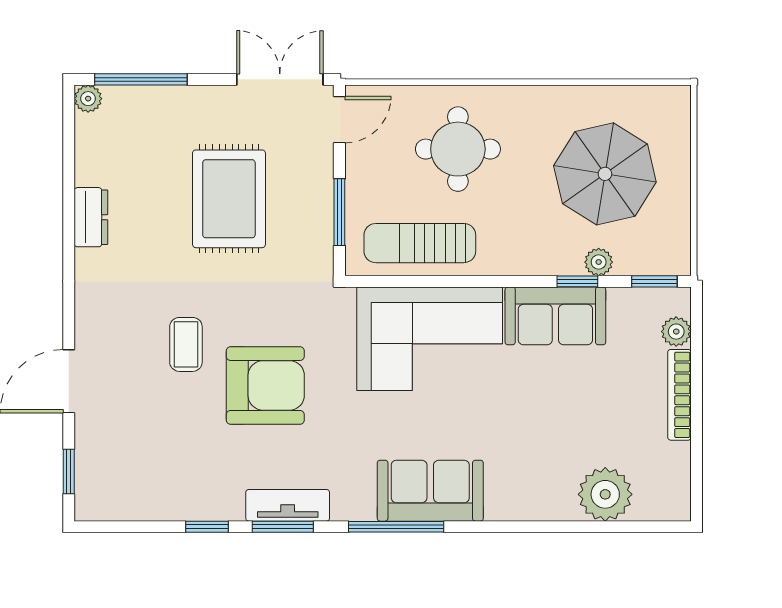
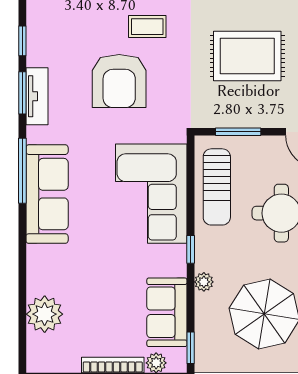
sun lounger: (420, 243) -> (217, 187), turned 180
plant: (599, 262) -> (204, 282), moved
window: (577, 281) -> (191, 249), moved
sofa: (555, 316) -> (167, 312), moved
sofa: (430, 491) -> (47, 194), width x1.36

